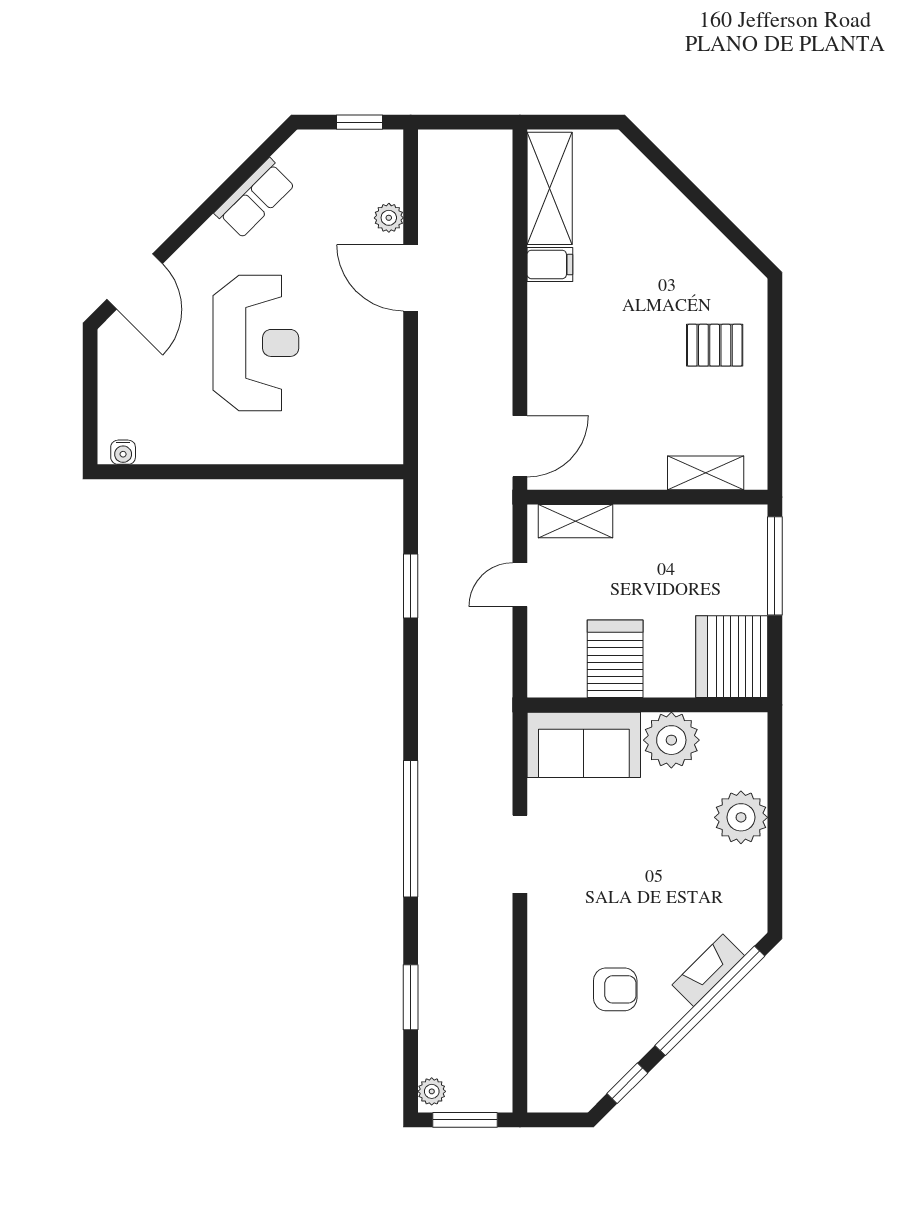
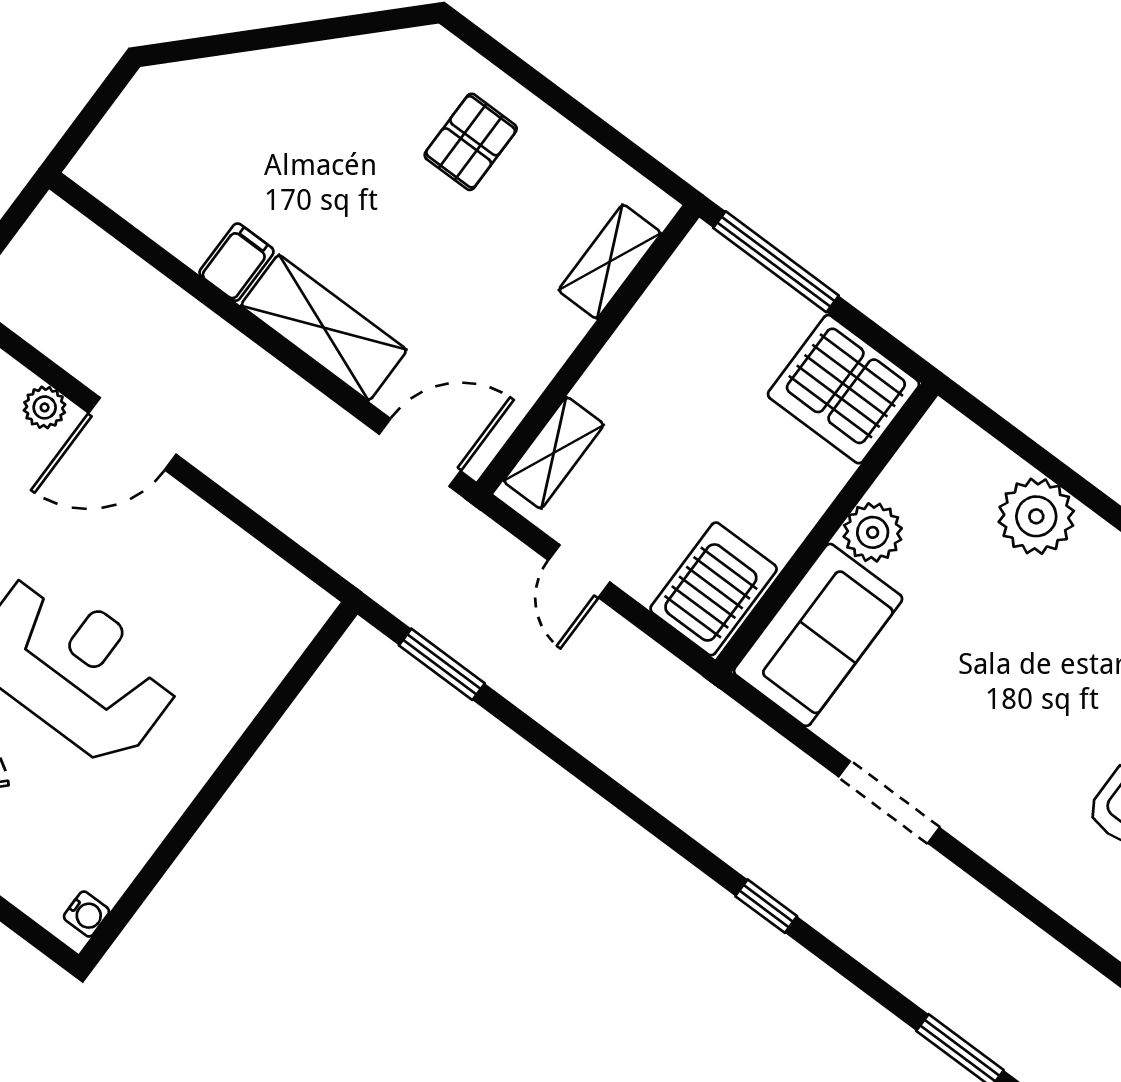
shelving: (550, 188) -> (324, 328), moved
door: (520, 446) -> (420, 453), hinge flipped
window: (411, 586) -> (442, 664), moved
server rack: (615, 659) -> (714, 589), moved, turned 90
plant: (671, 740) -> (873, 532), width x0.73, depth x0.73
window: (411, 829) -> (766, 906), width x0.32

